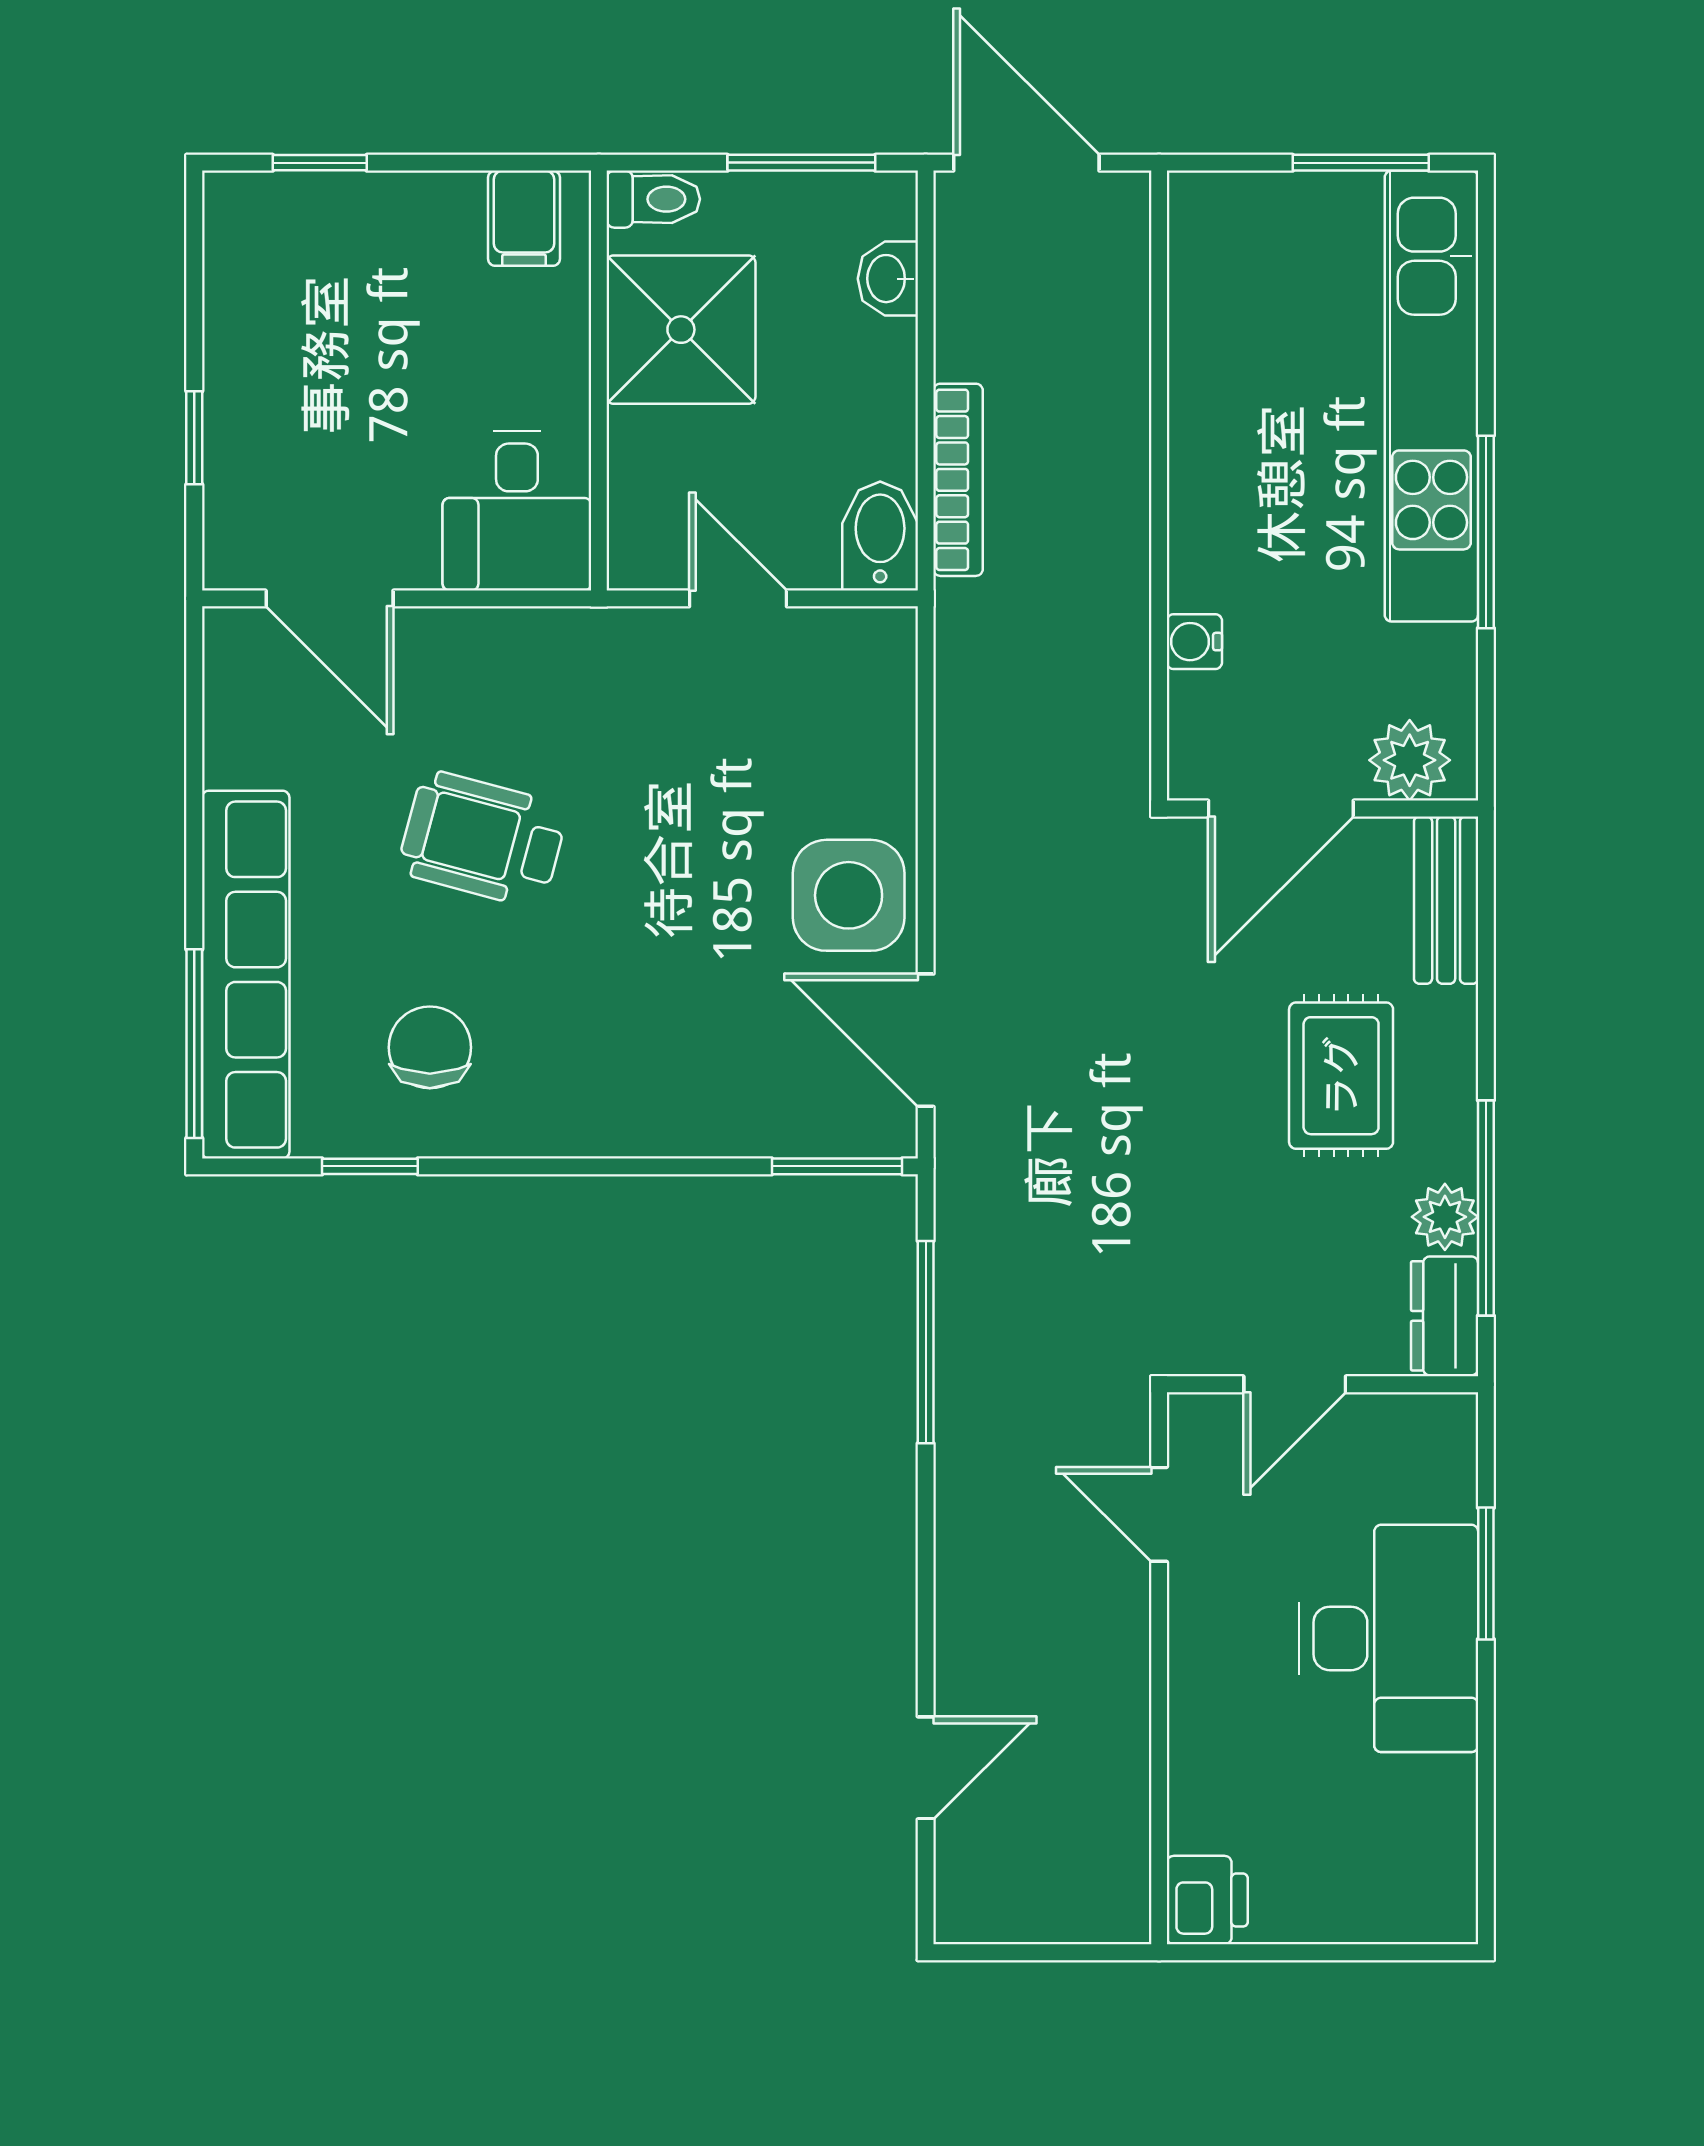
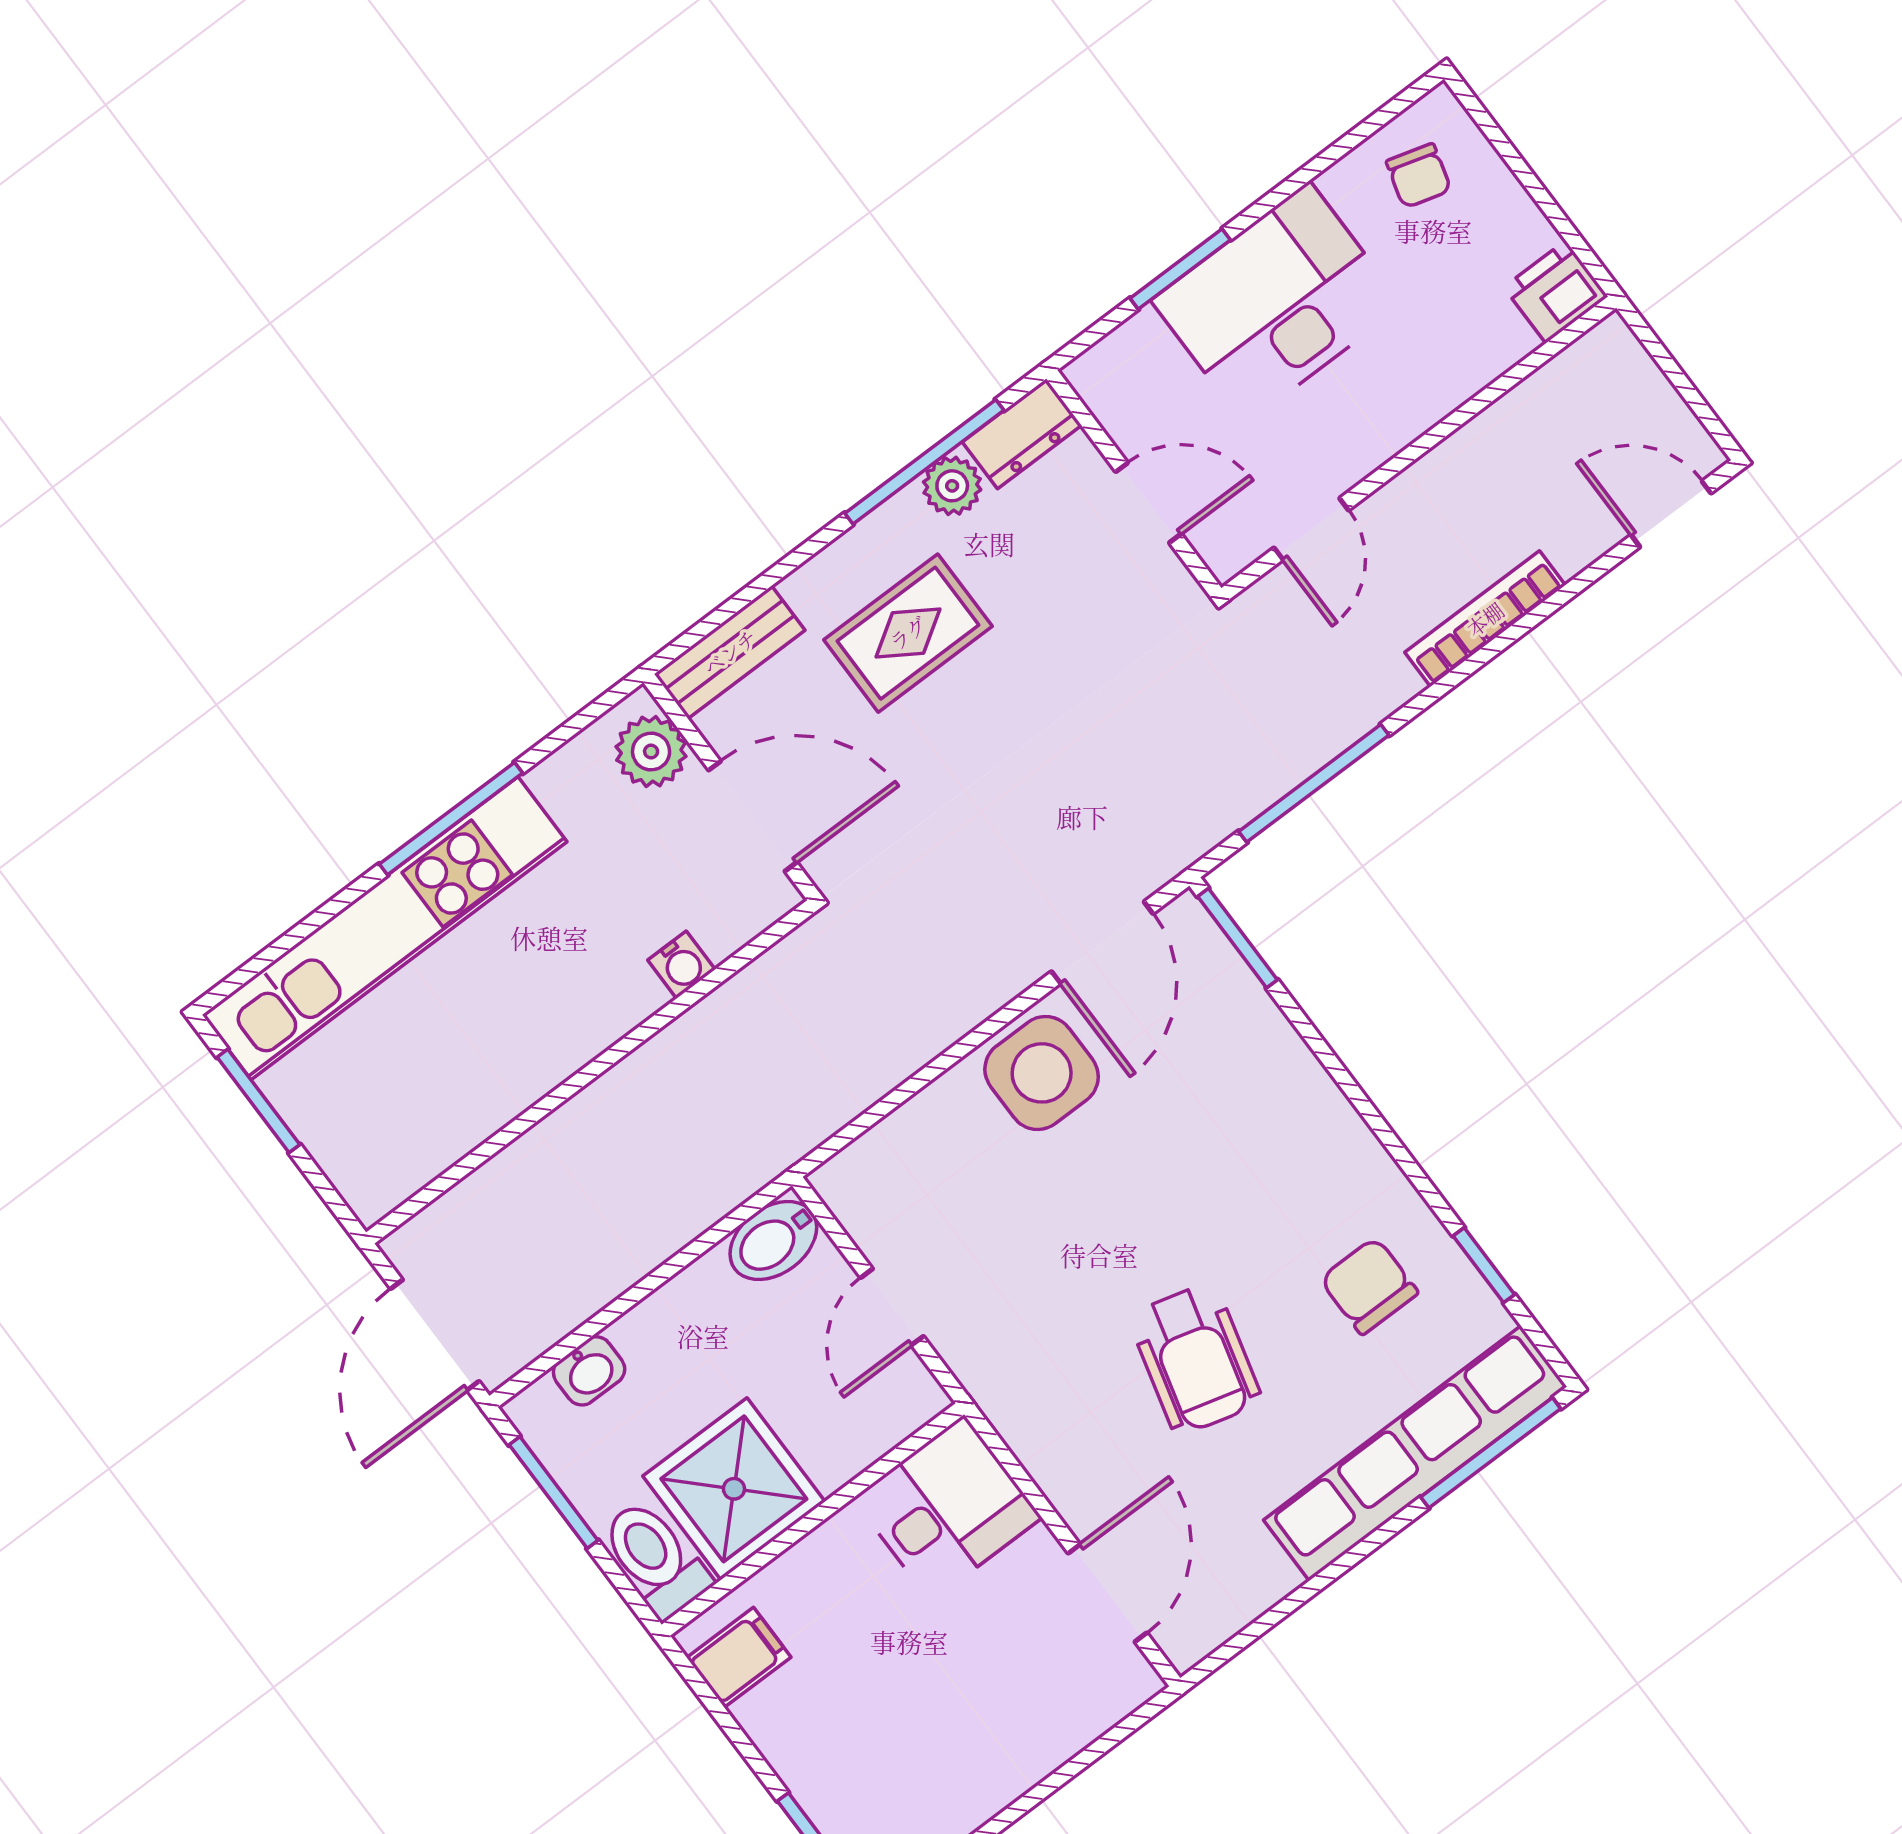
toilet: (653, 199) -> (655, 1559), width x1.37, depth x1.39
window: (194, 438) -> (1066, 1772), removed
bookcase: (958, 480) -> (1485, 619), moved
chair: (430, 1047) -> (1369, 1286), turned 90
door: (926, 1768) -> (1671, 514), moved
chair: (1407, 1855) -> (1419, 176), added

